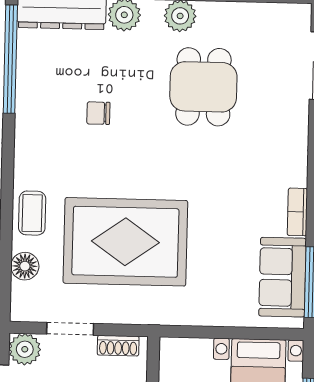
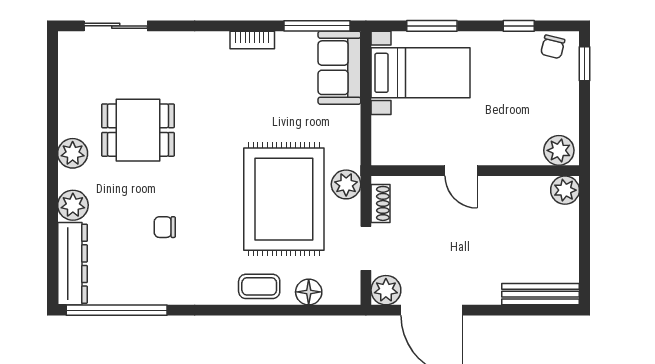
chair: (98, 113) -> (165, 227), turned 90
sofa: (283, 277) -> (339, 68), moved, turned 90
plant: (140, 309) -> (346, 184), added

